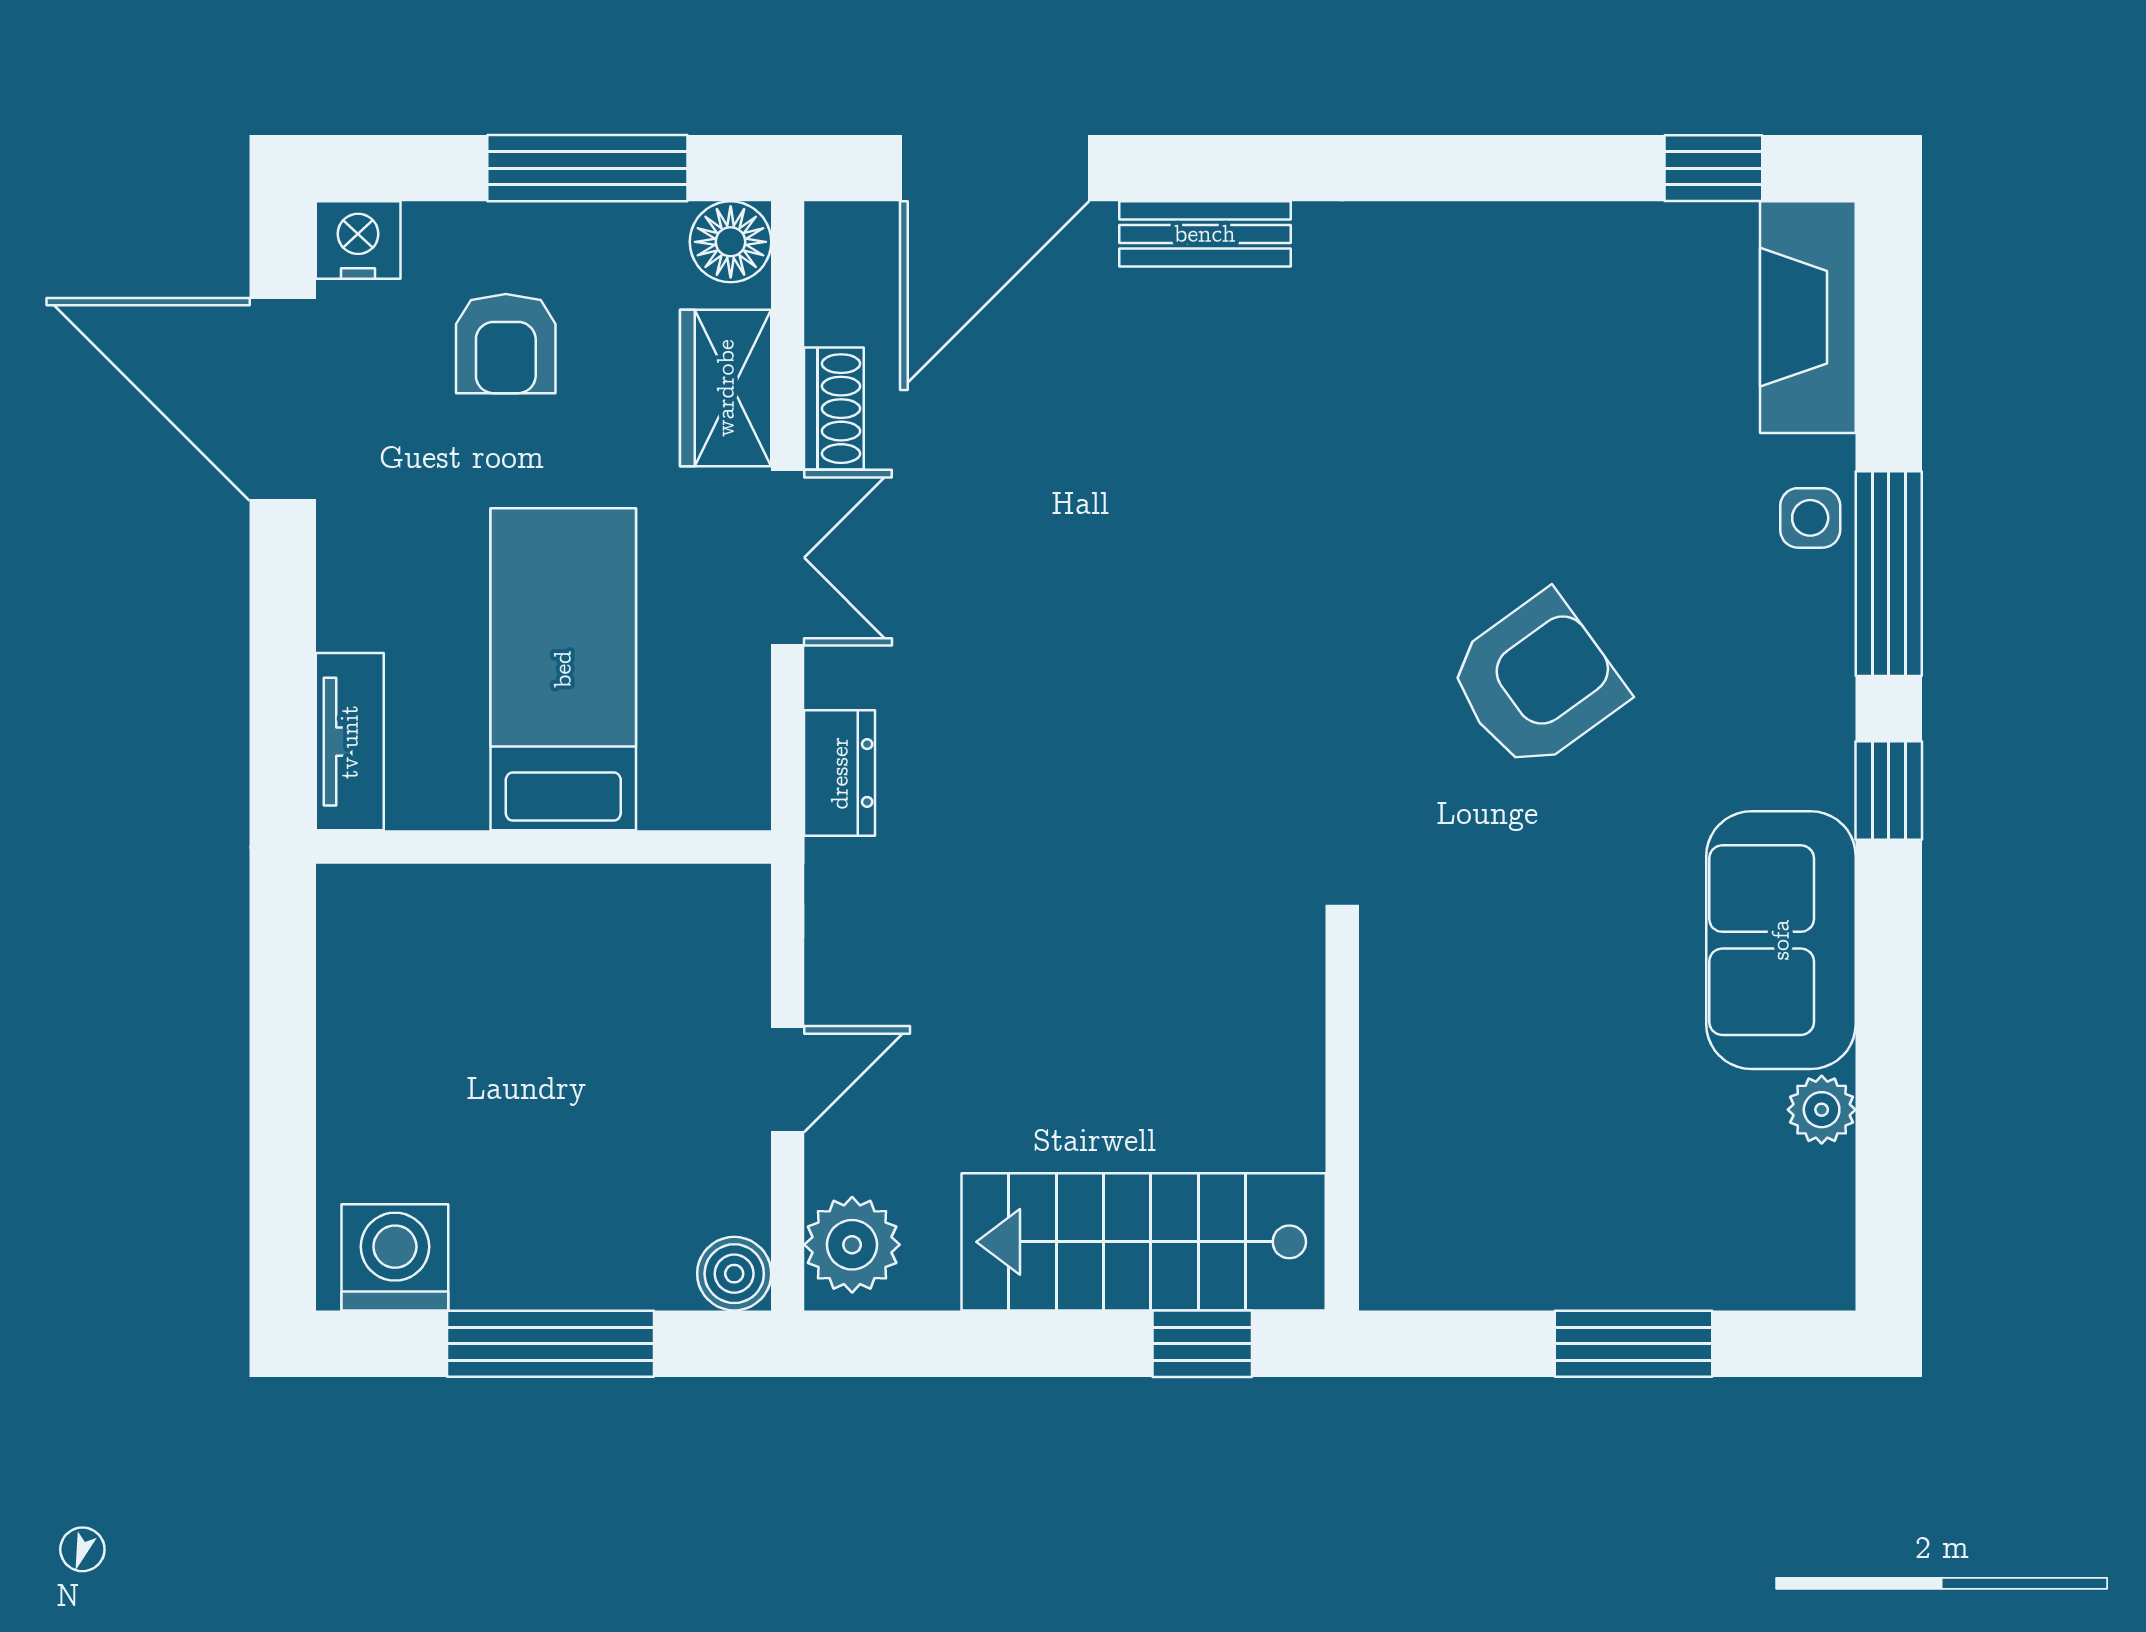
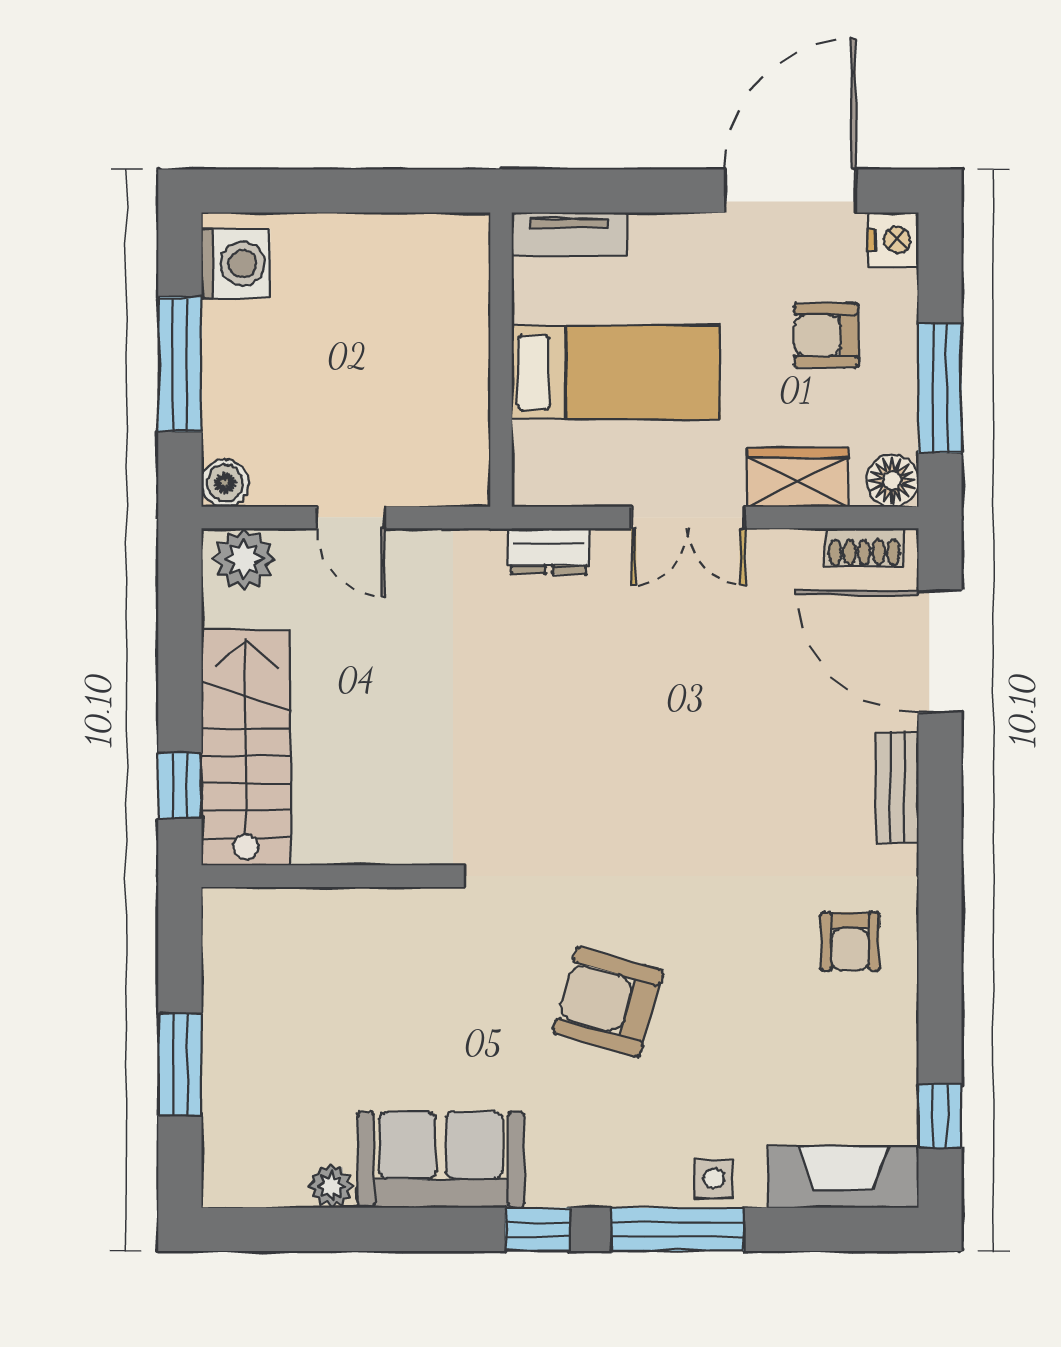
armchair: (1443, 307) -> (850, 941), added
shoe rack: (834, 409) -> (864, 547), moved
armchair: (1536, 682) -> (608, 1002), turned 142

